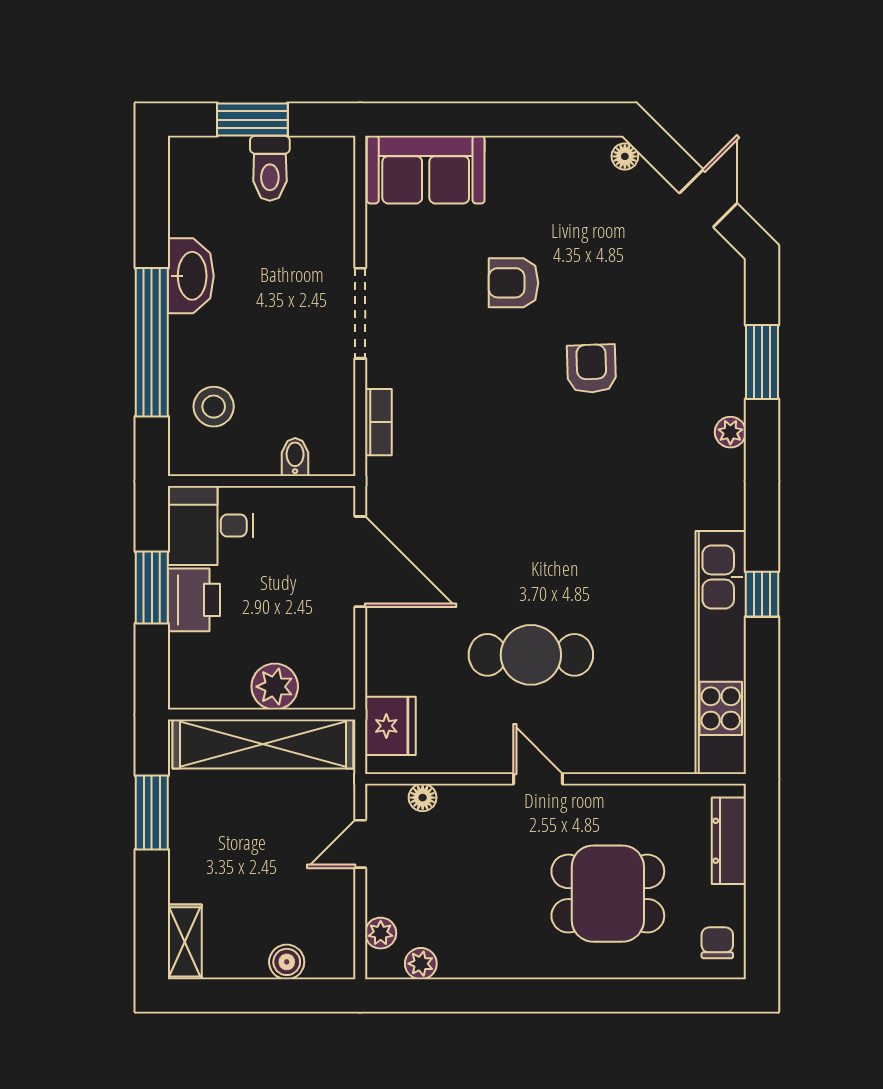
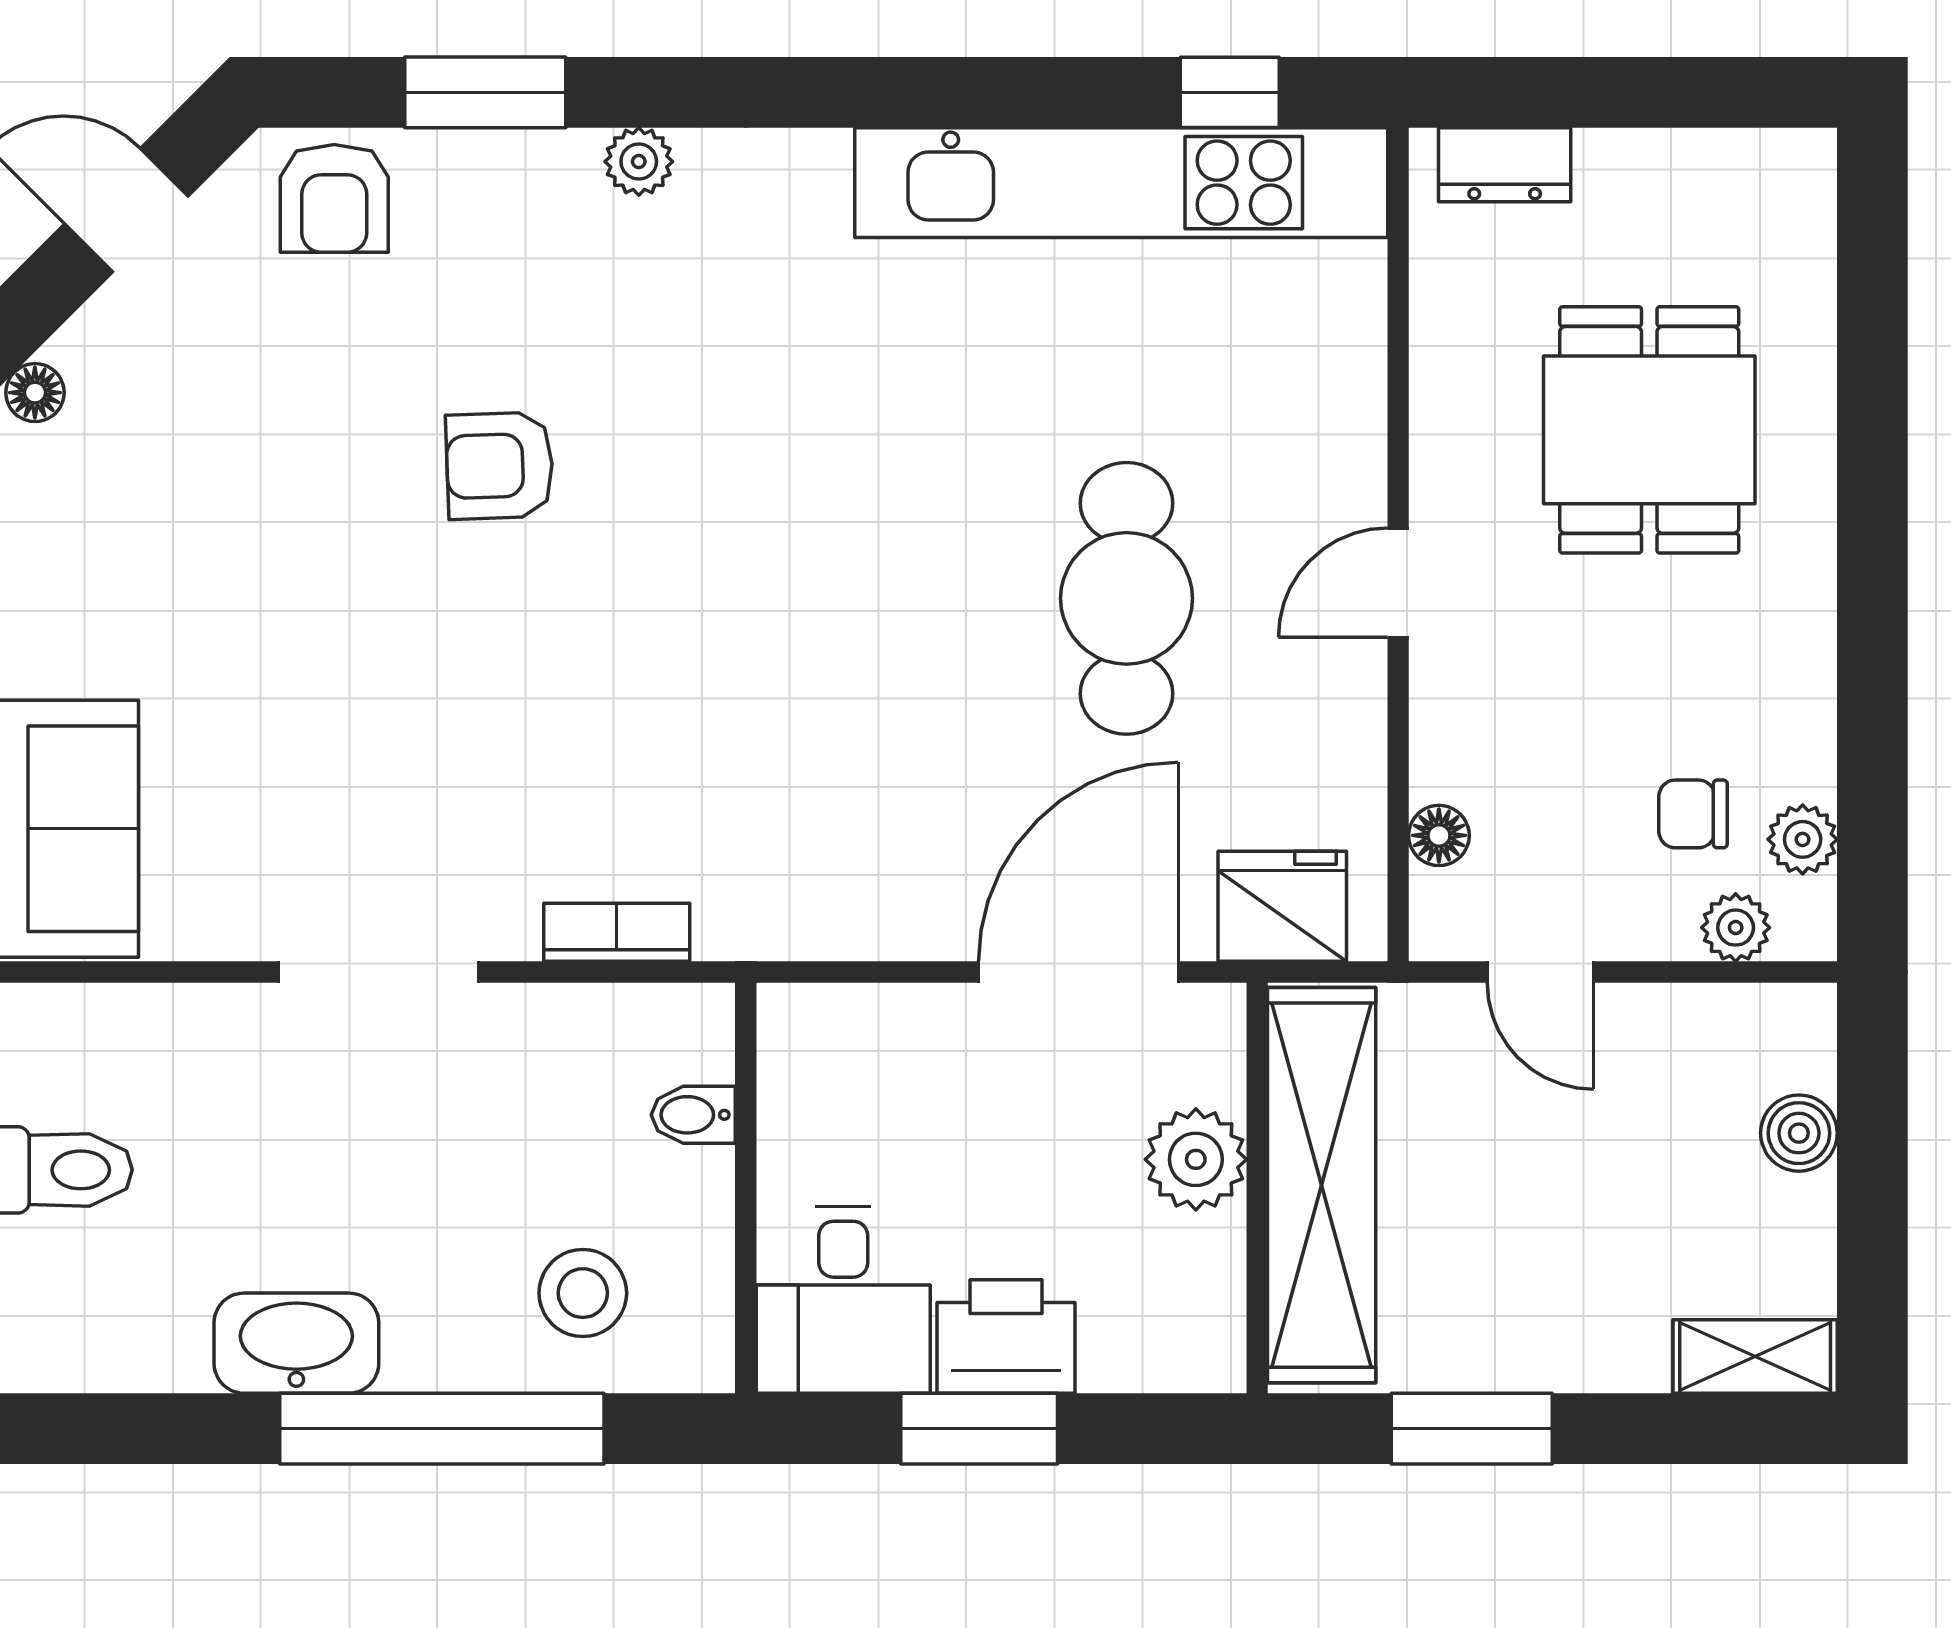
armchair: (513, 283) -> (334, 198), moved
door: (360, 562) -> (1078, 972), moved
window: (762, 594) -> (1230, 92), moved
dresser: (729, 841) -> (1505, 165), width x0.70
chair: (717, 943) -> (1693, 814), moved

